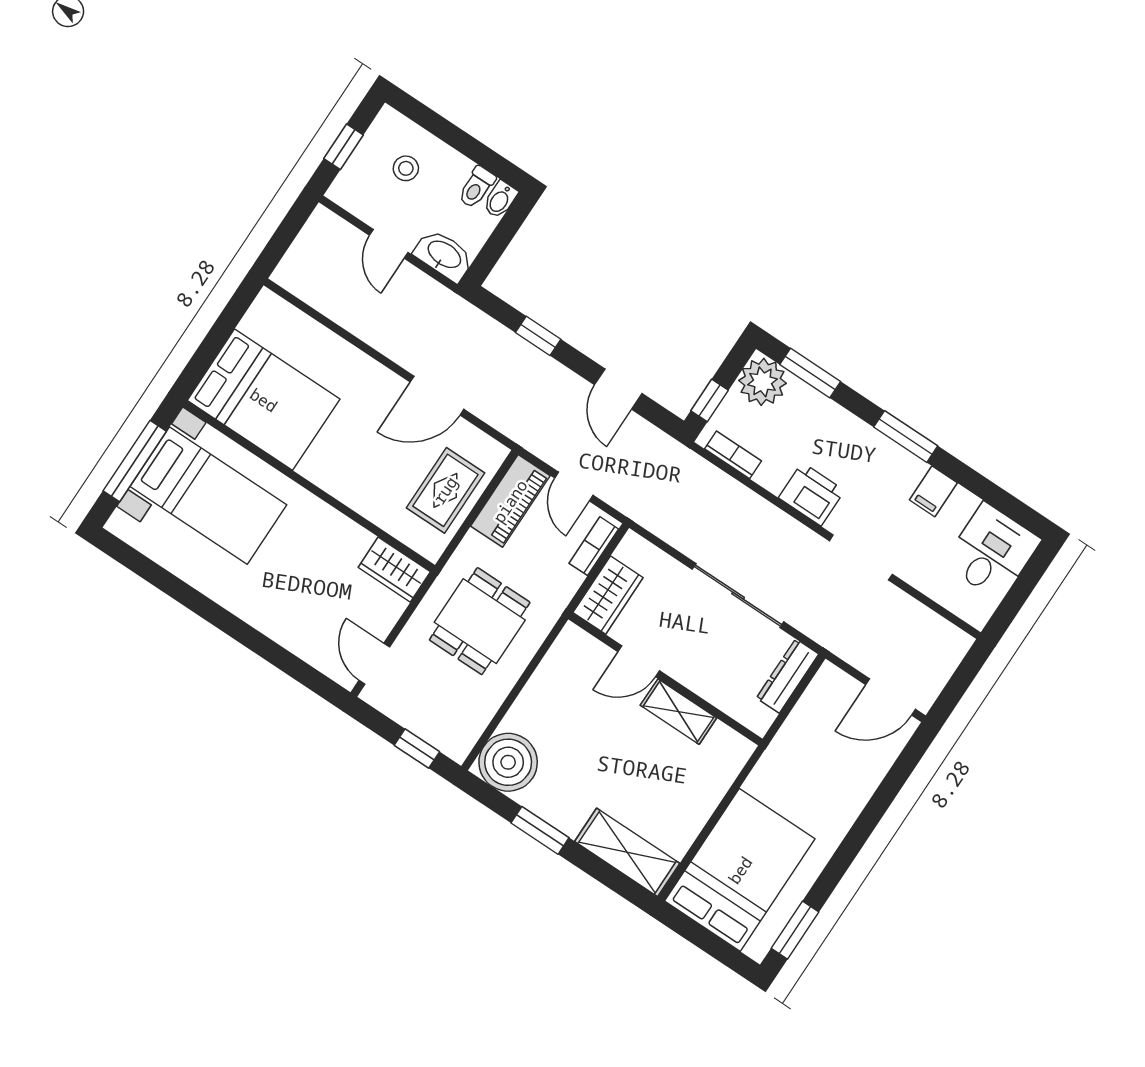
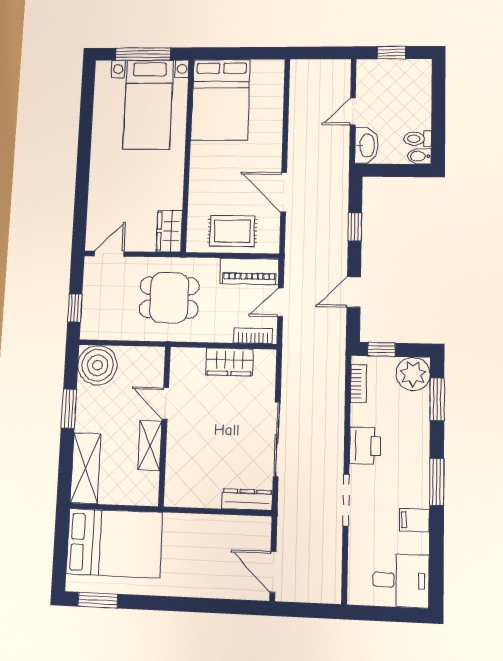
stool: (406, 168) -> (402, 94), removed
door: (639, 661) -> (165, 403), moved
wall: (665, 679) -> (164, 426), moved
shelving: (678, 712) -> (150, 446), moved

